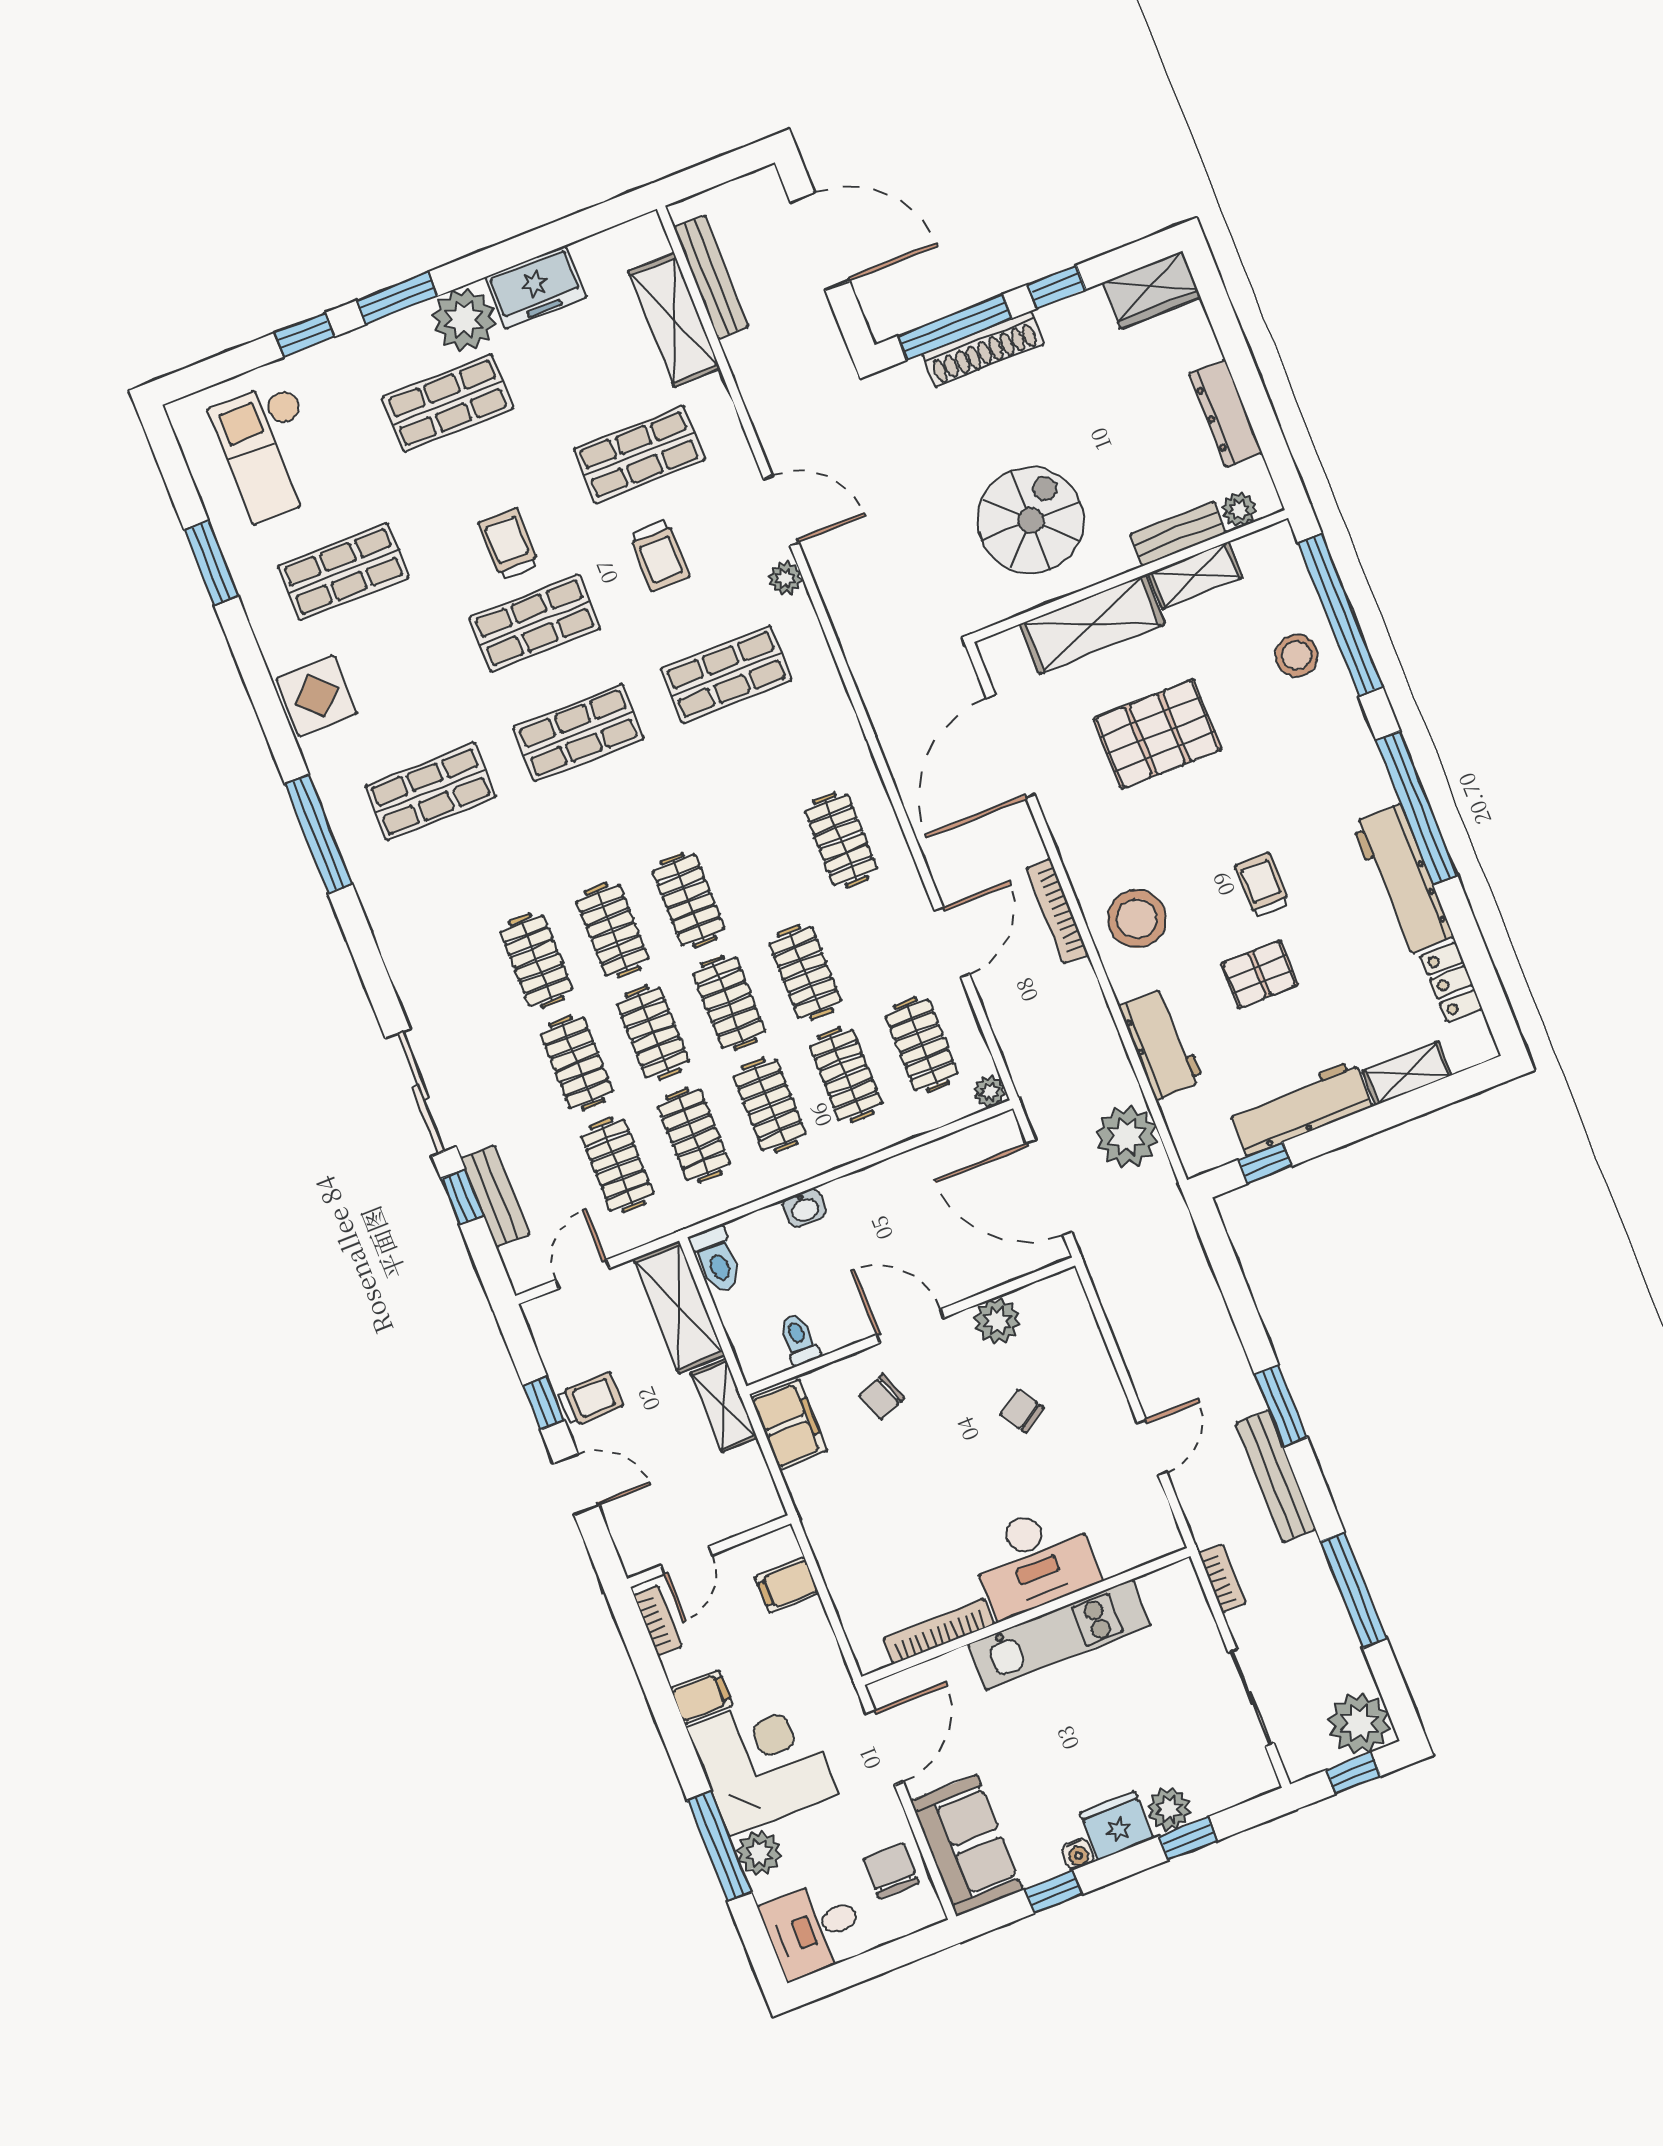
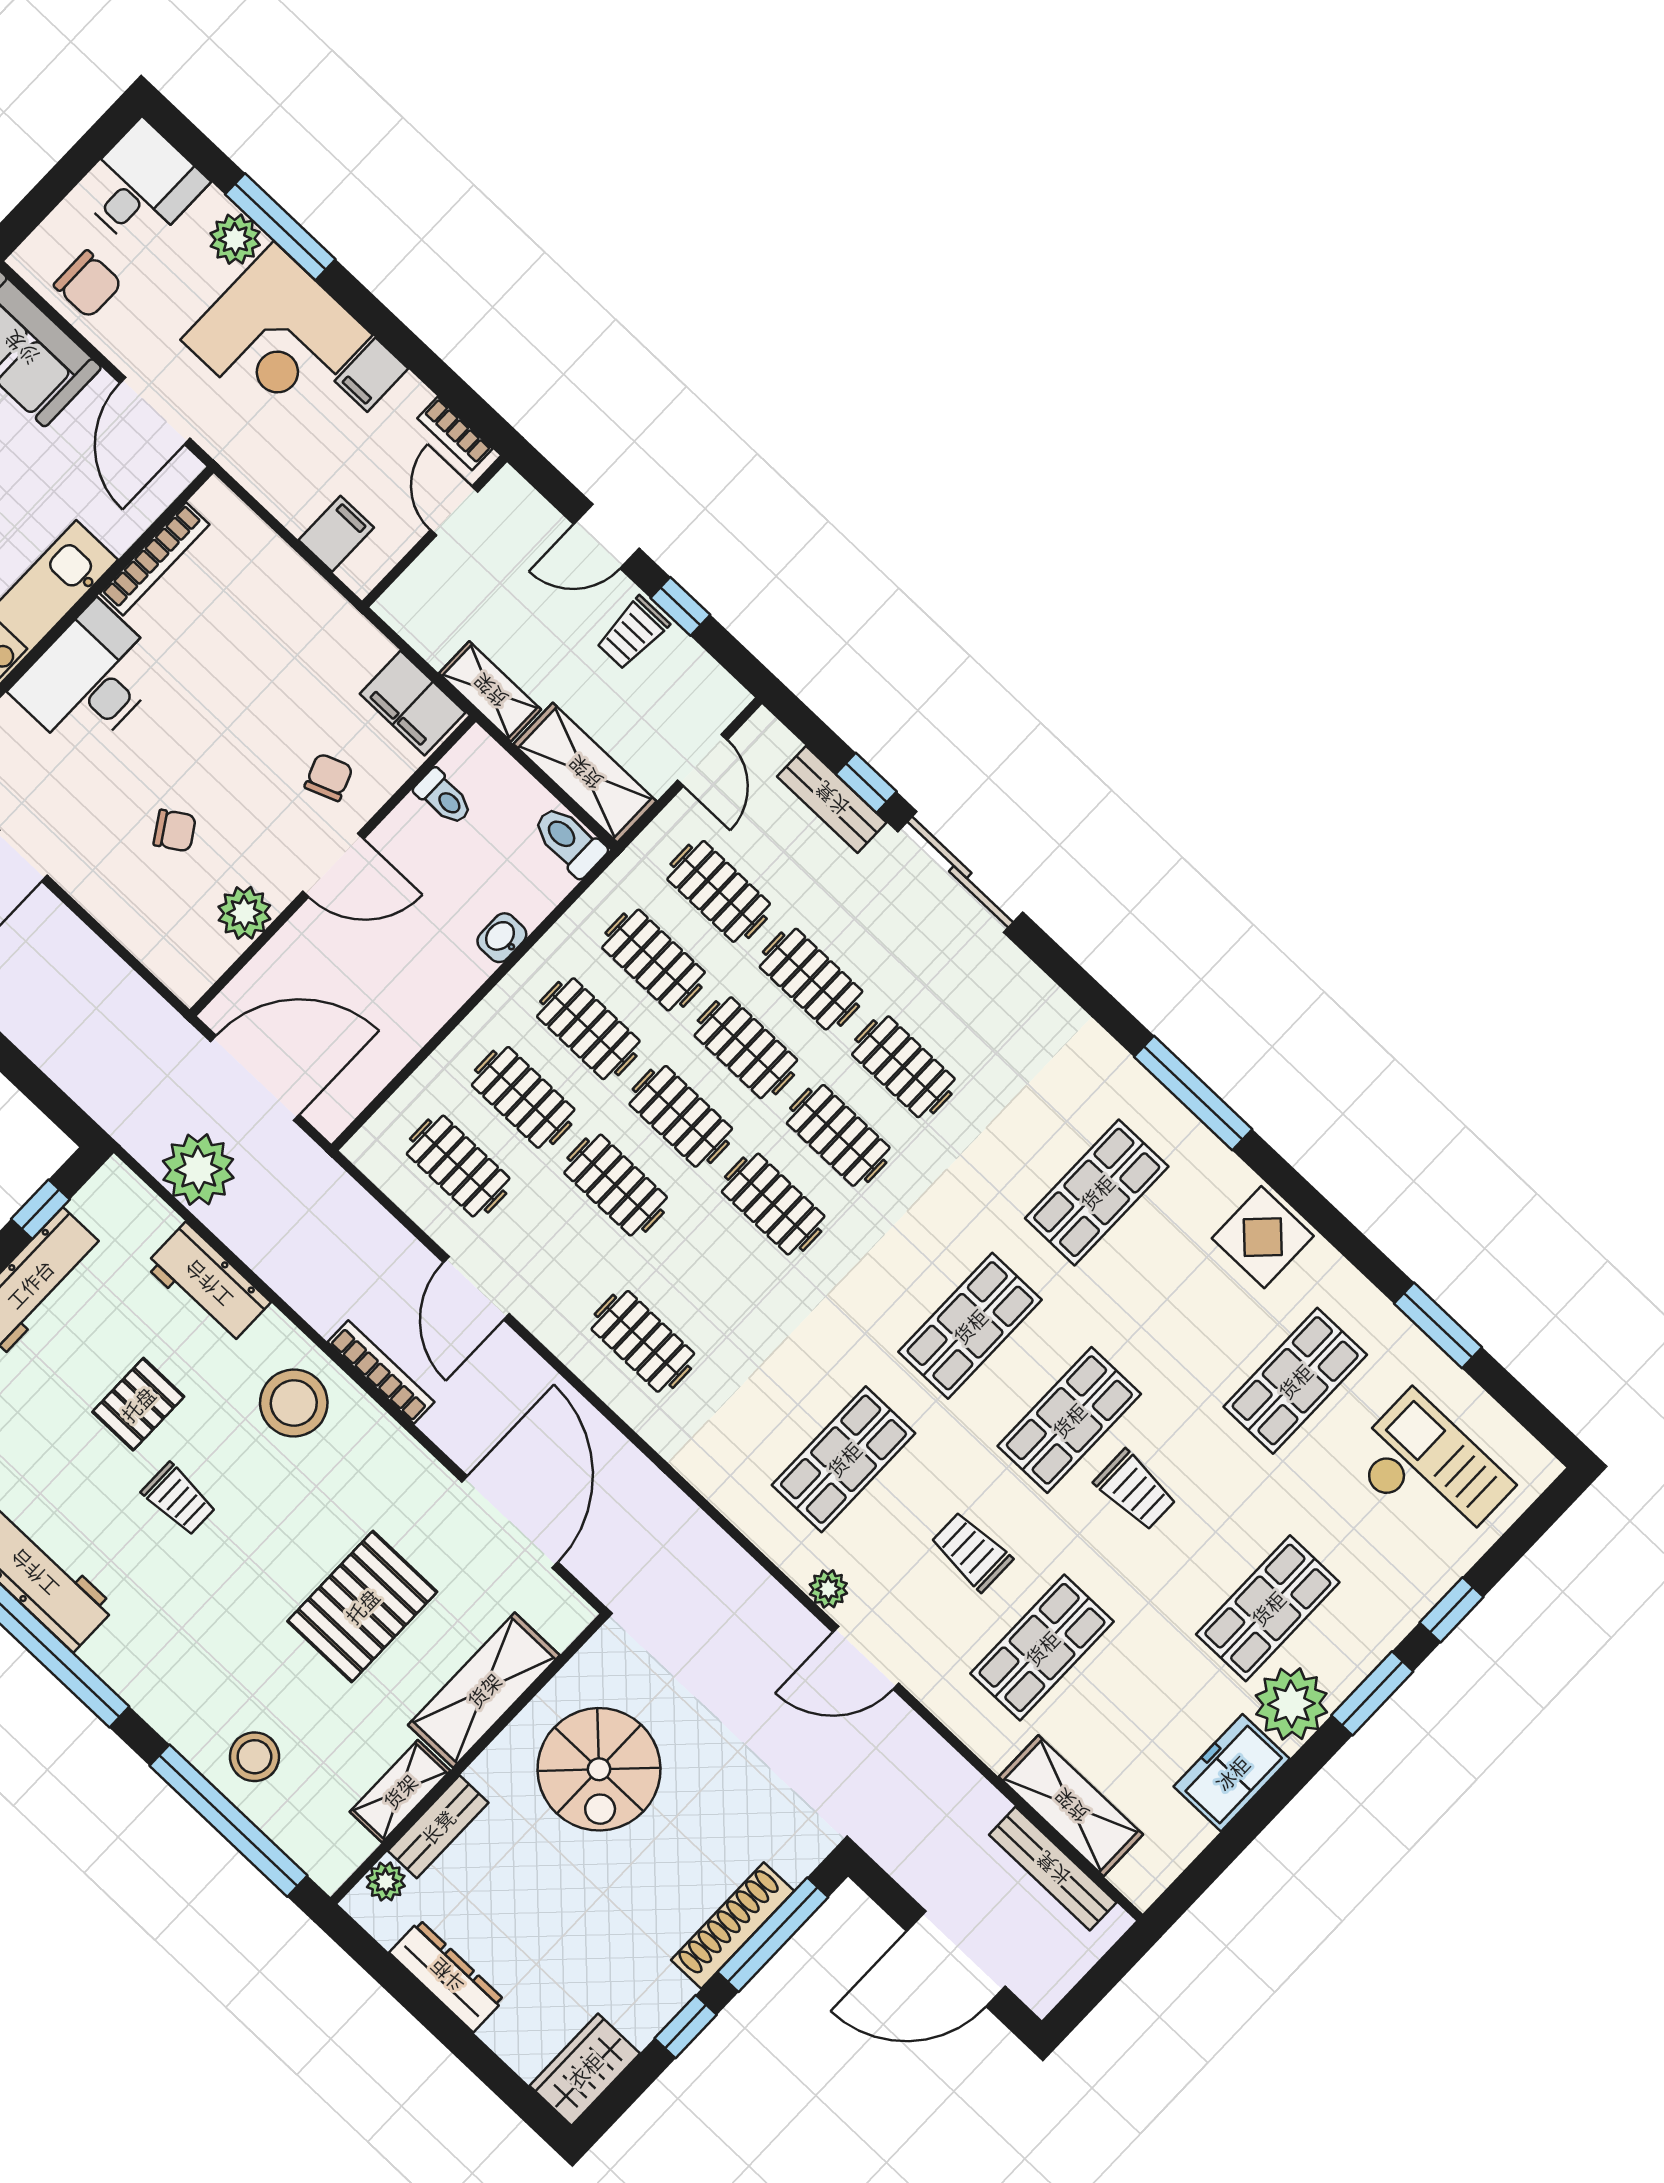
plant: (990, 1092) -> (364, 1150), removed

